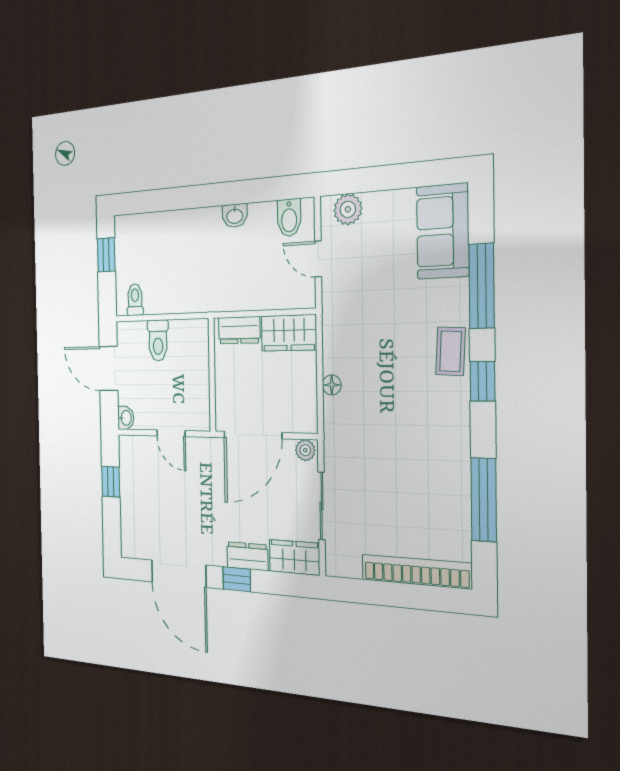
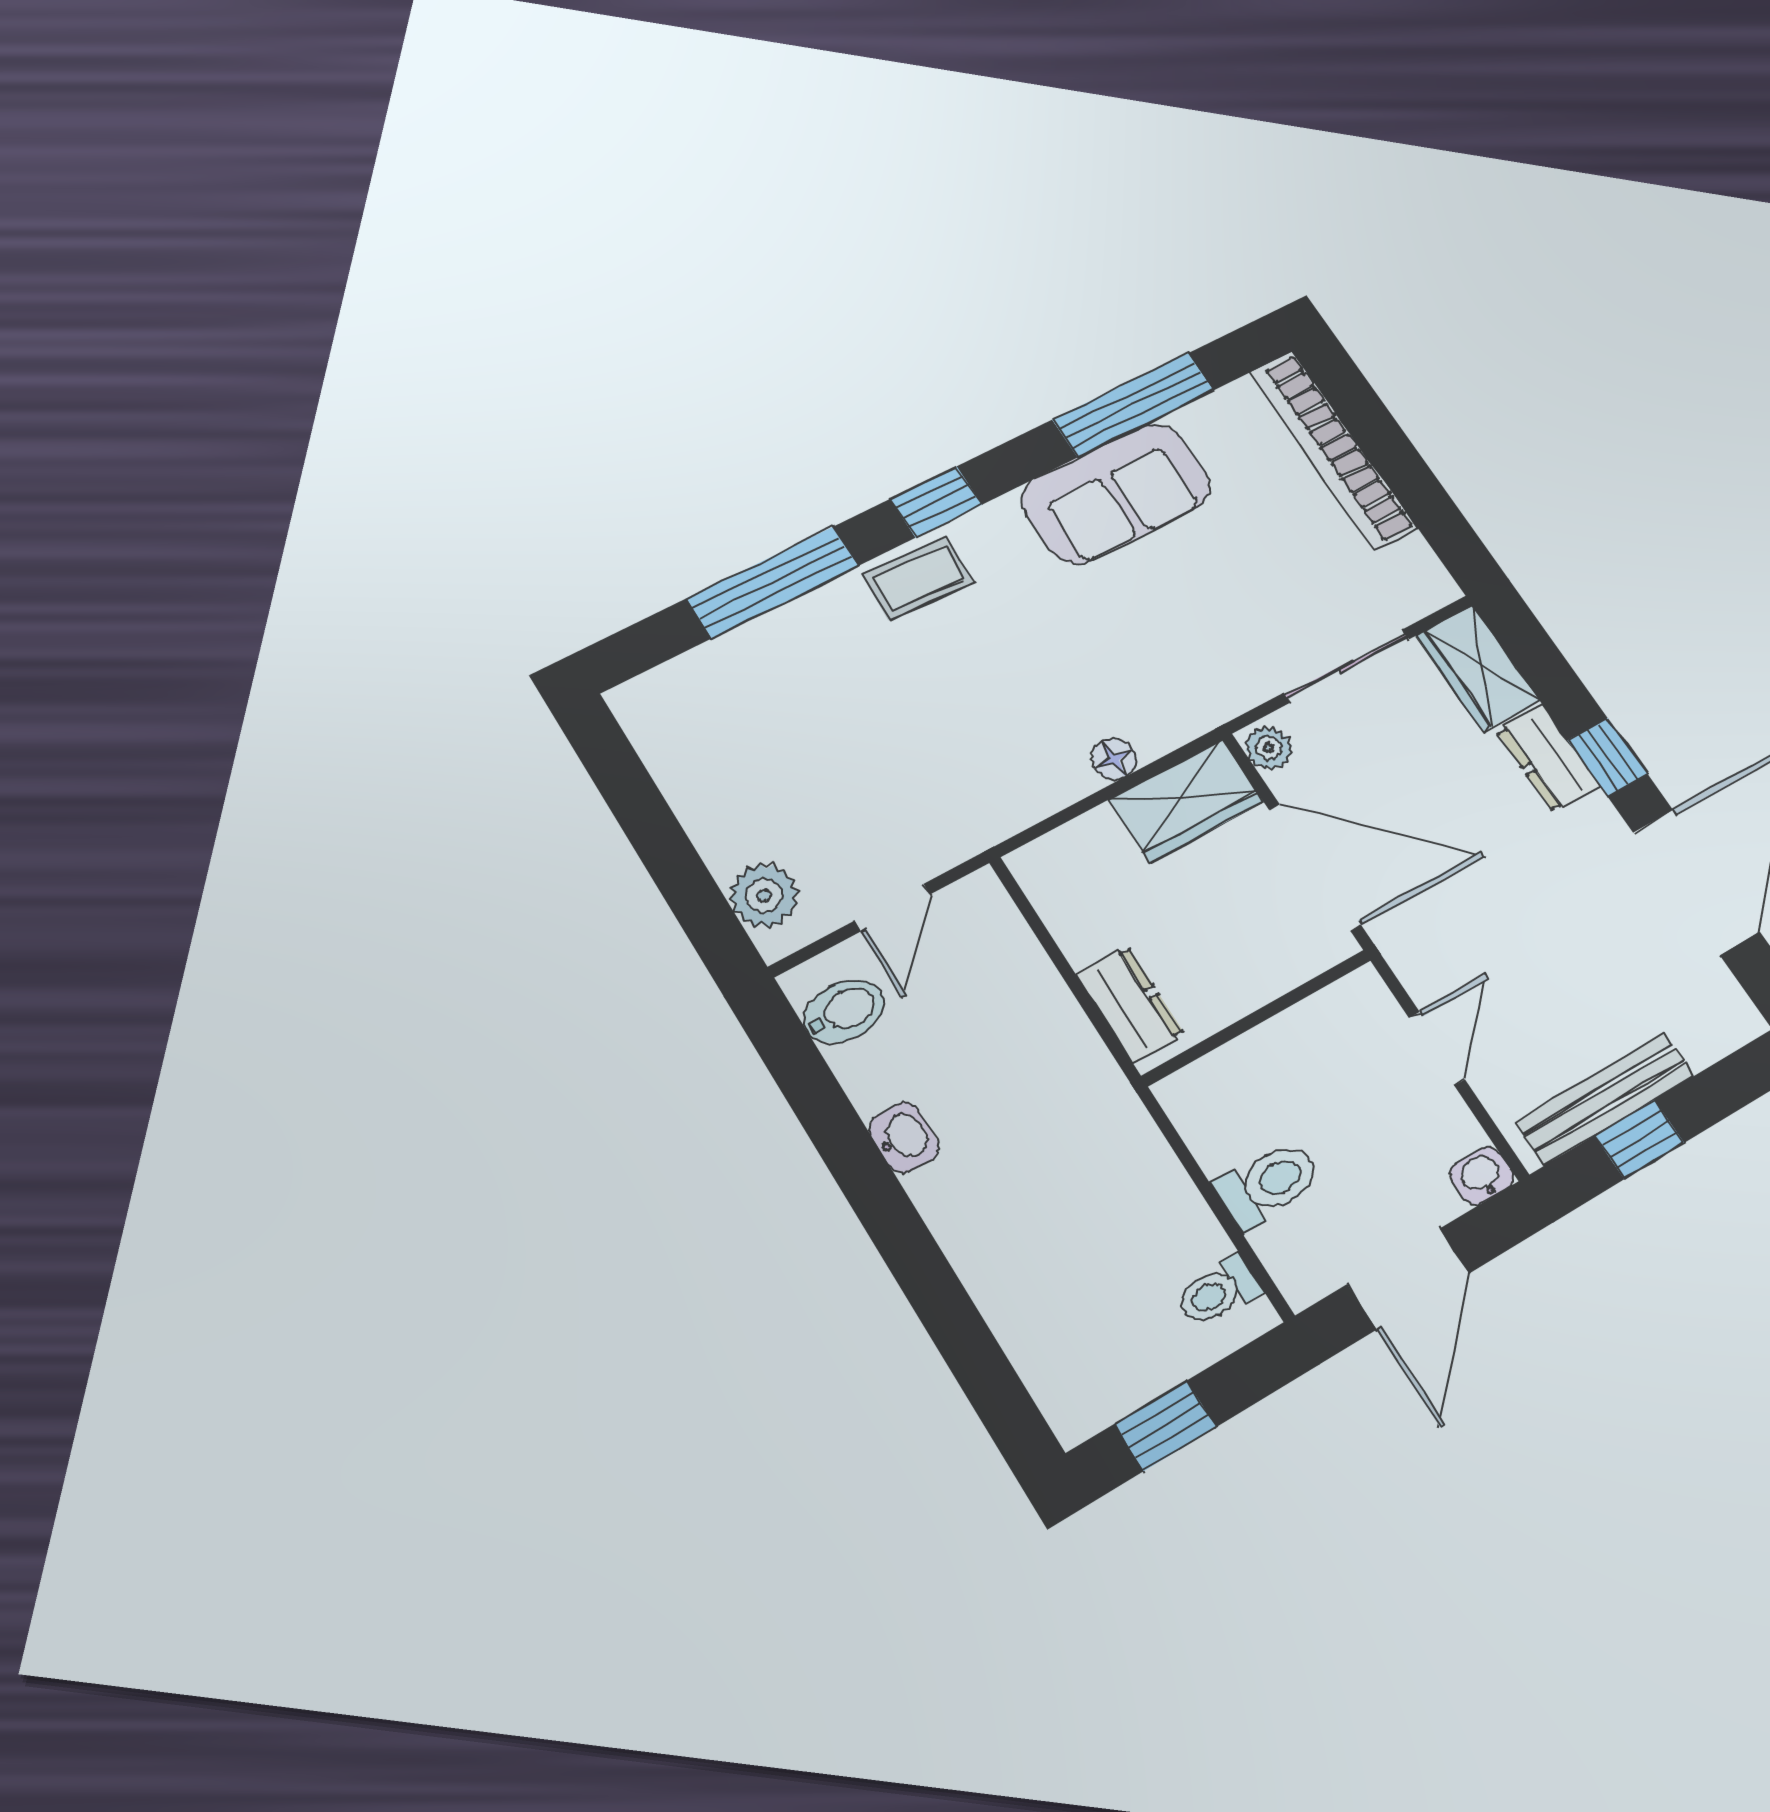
sofa: (443, 231) -> (1116, 493), moved
wardrobe: (289, 333) -> (1186, 801), moved, turned 90
bench: (128, 480) -> (1605, 1099), added

